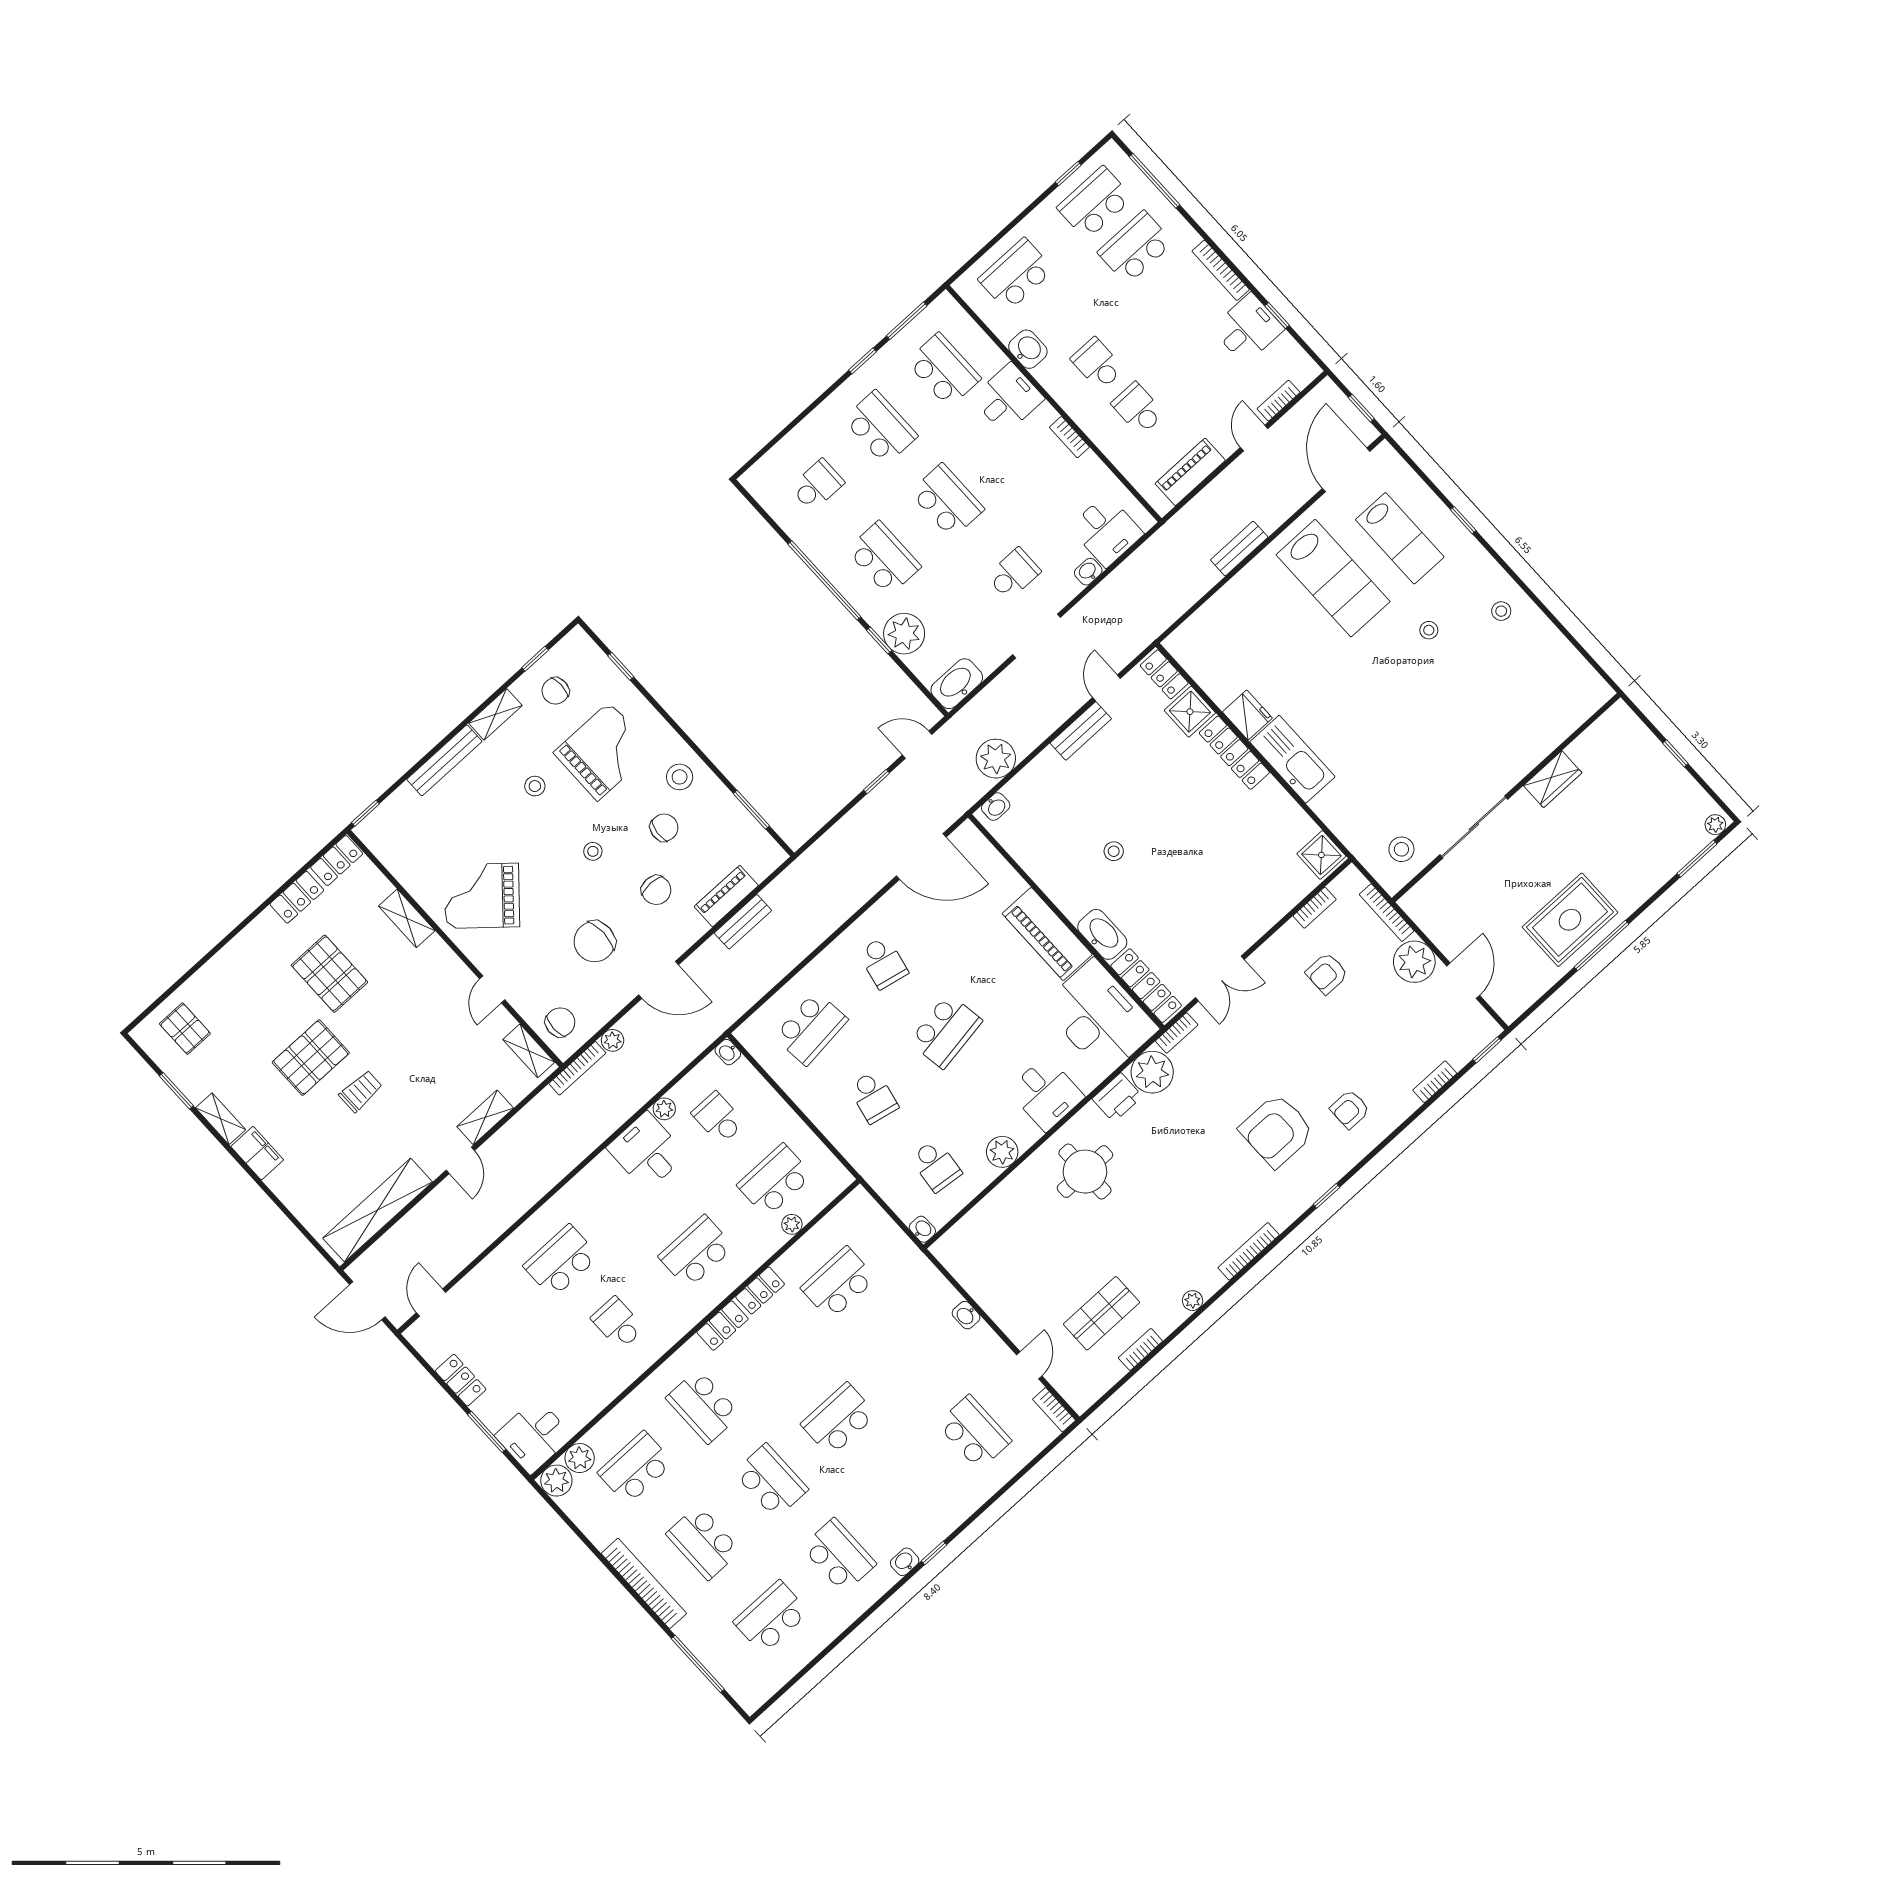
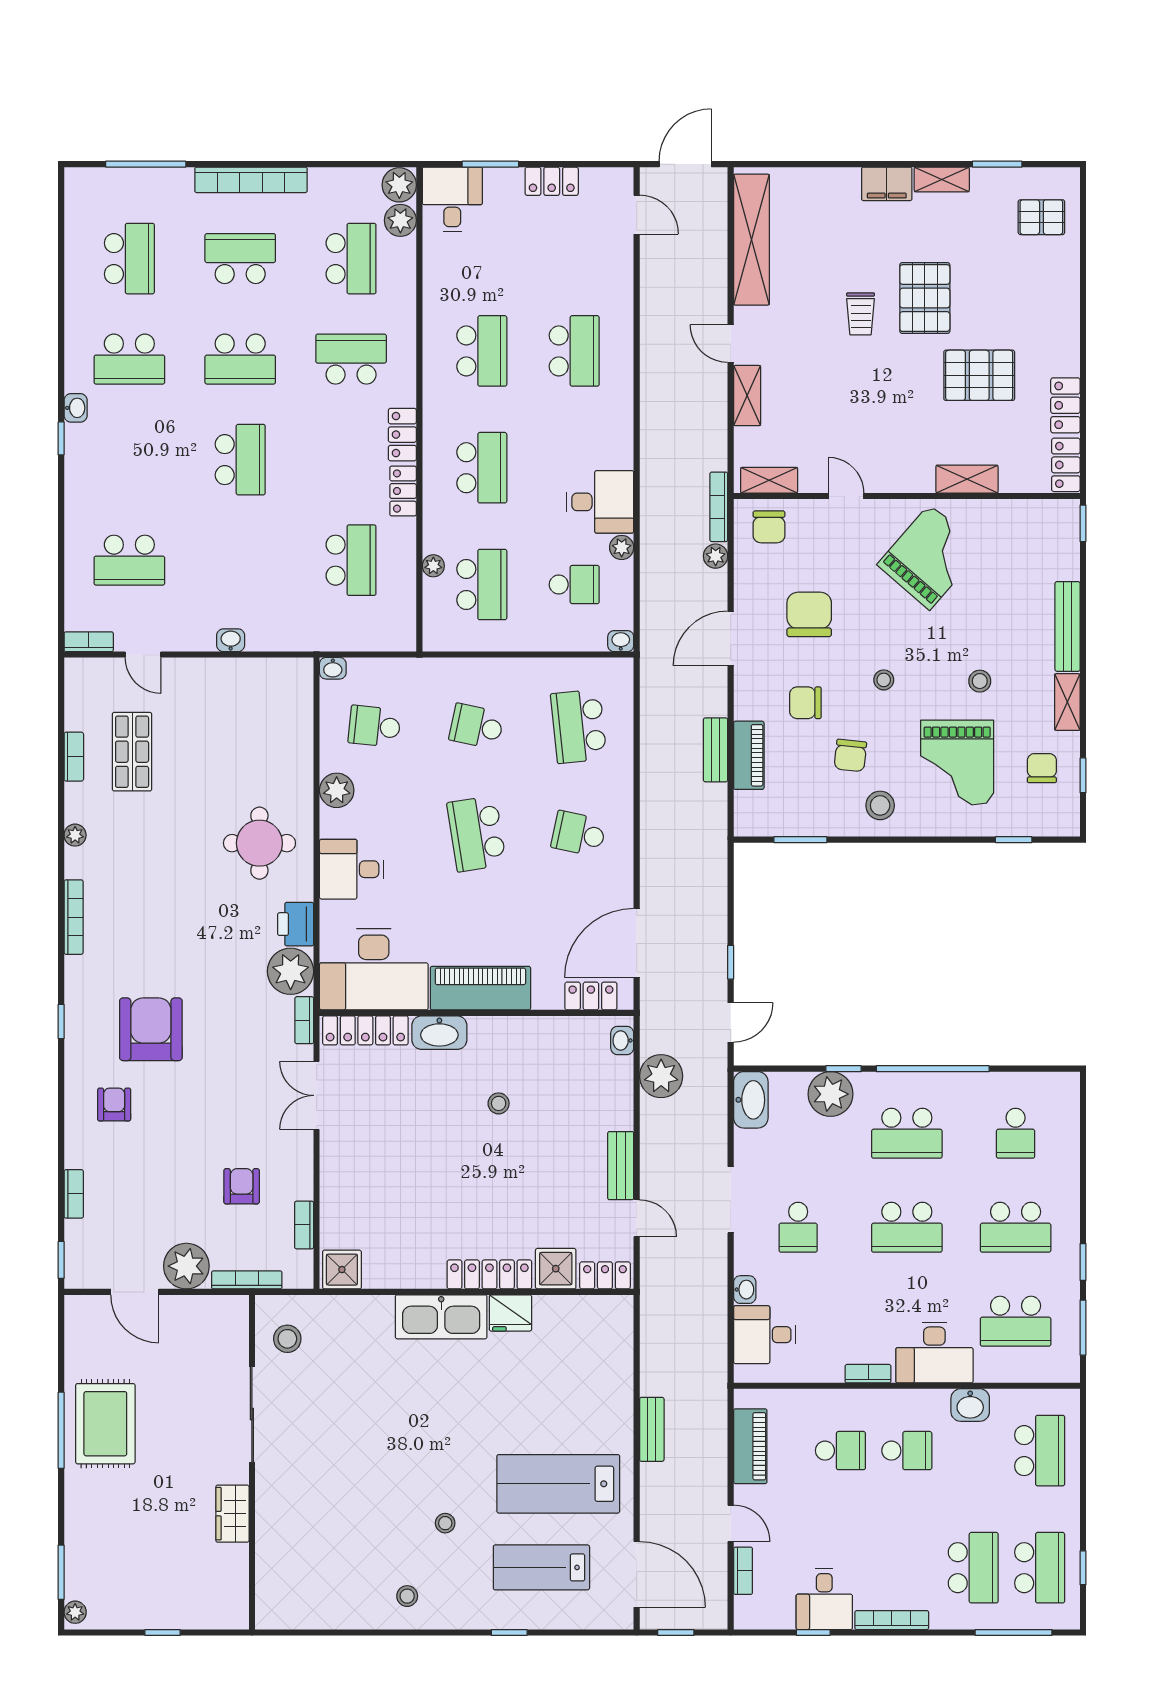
desk: (1008, 398) -> (934, 1352), width x1.37
locker: (985, 855) -> (591, 996), added
school desk: (618, 1323) -> (482, 351), width x1.85

